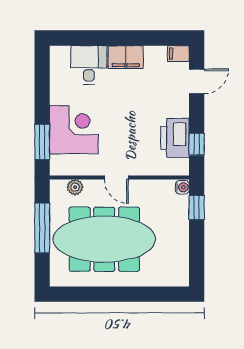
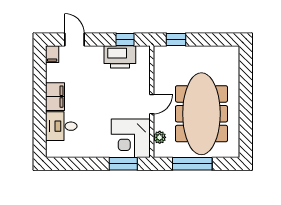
corner desk: (74, 130) -> (131, 138), moved, turned -90
water cooler: (182, 187) -> (160, 51), removed

